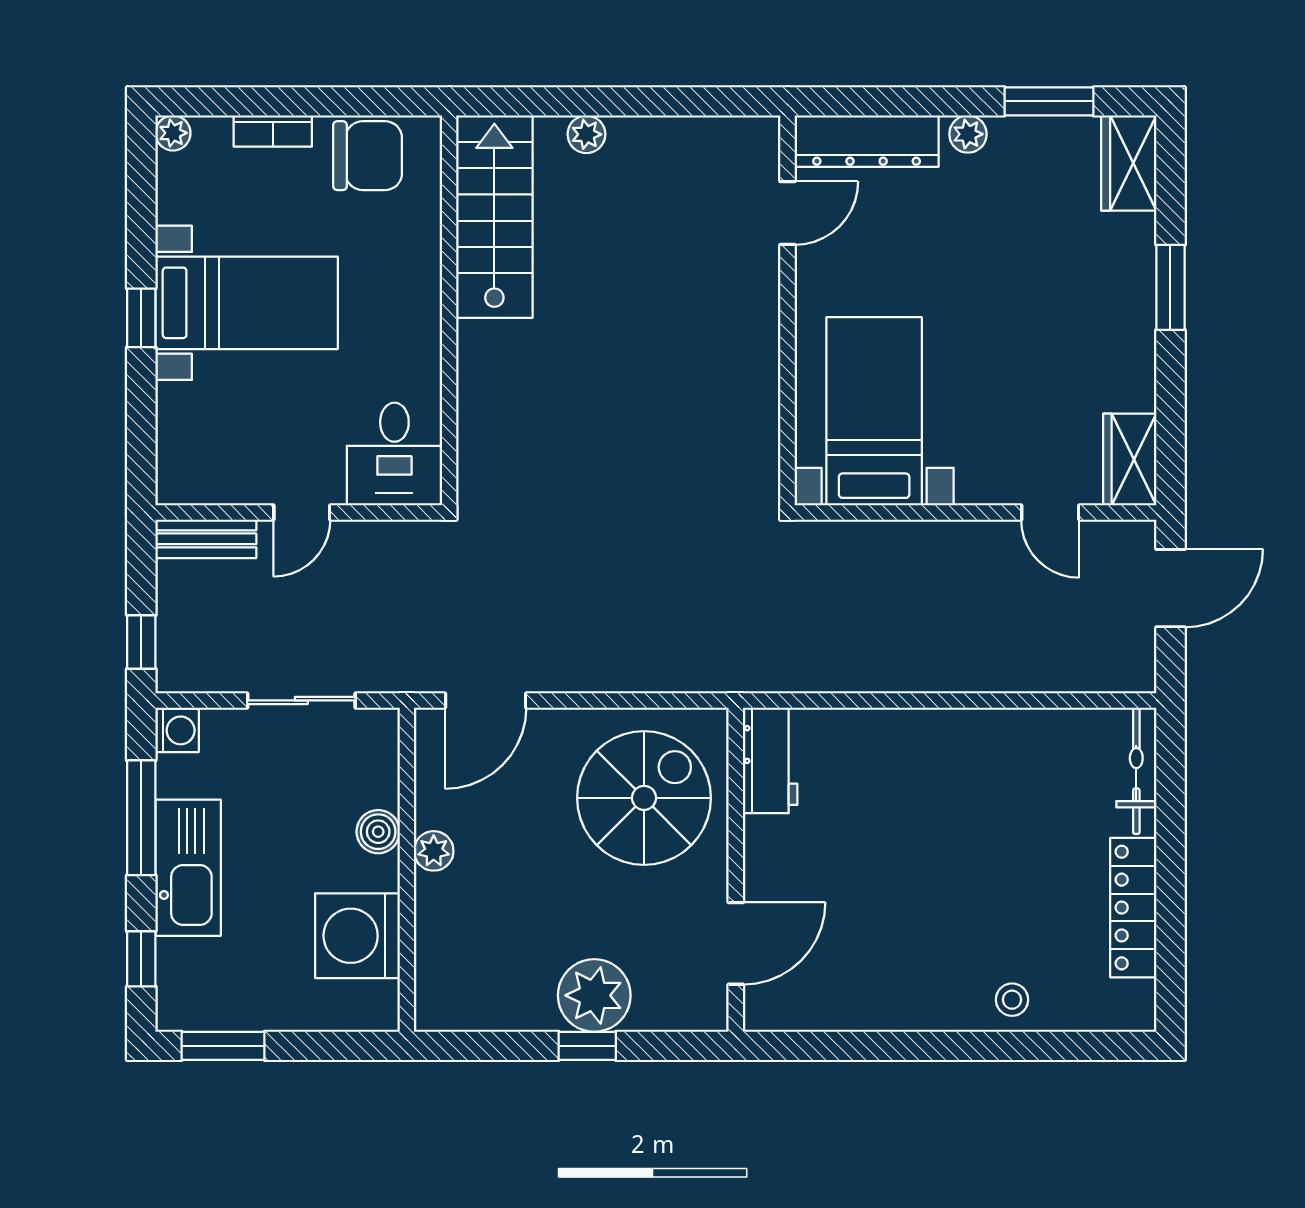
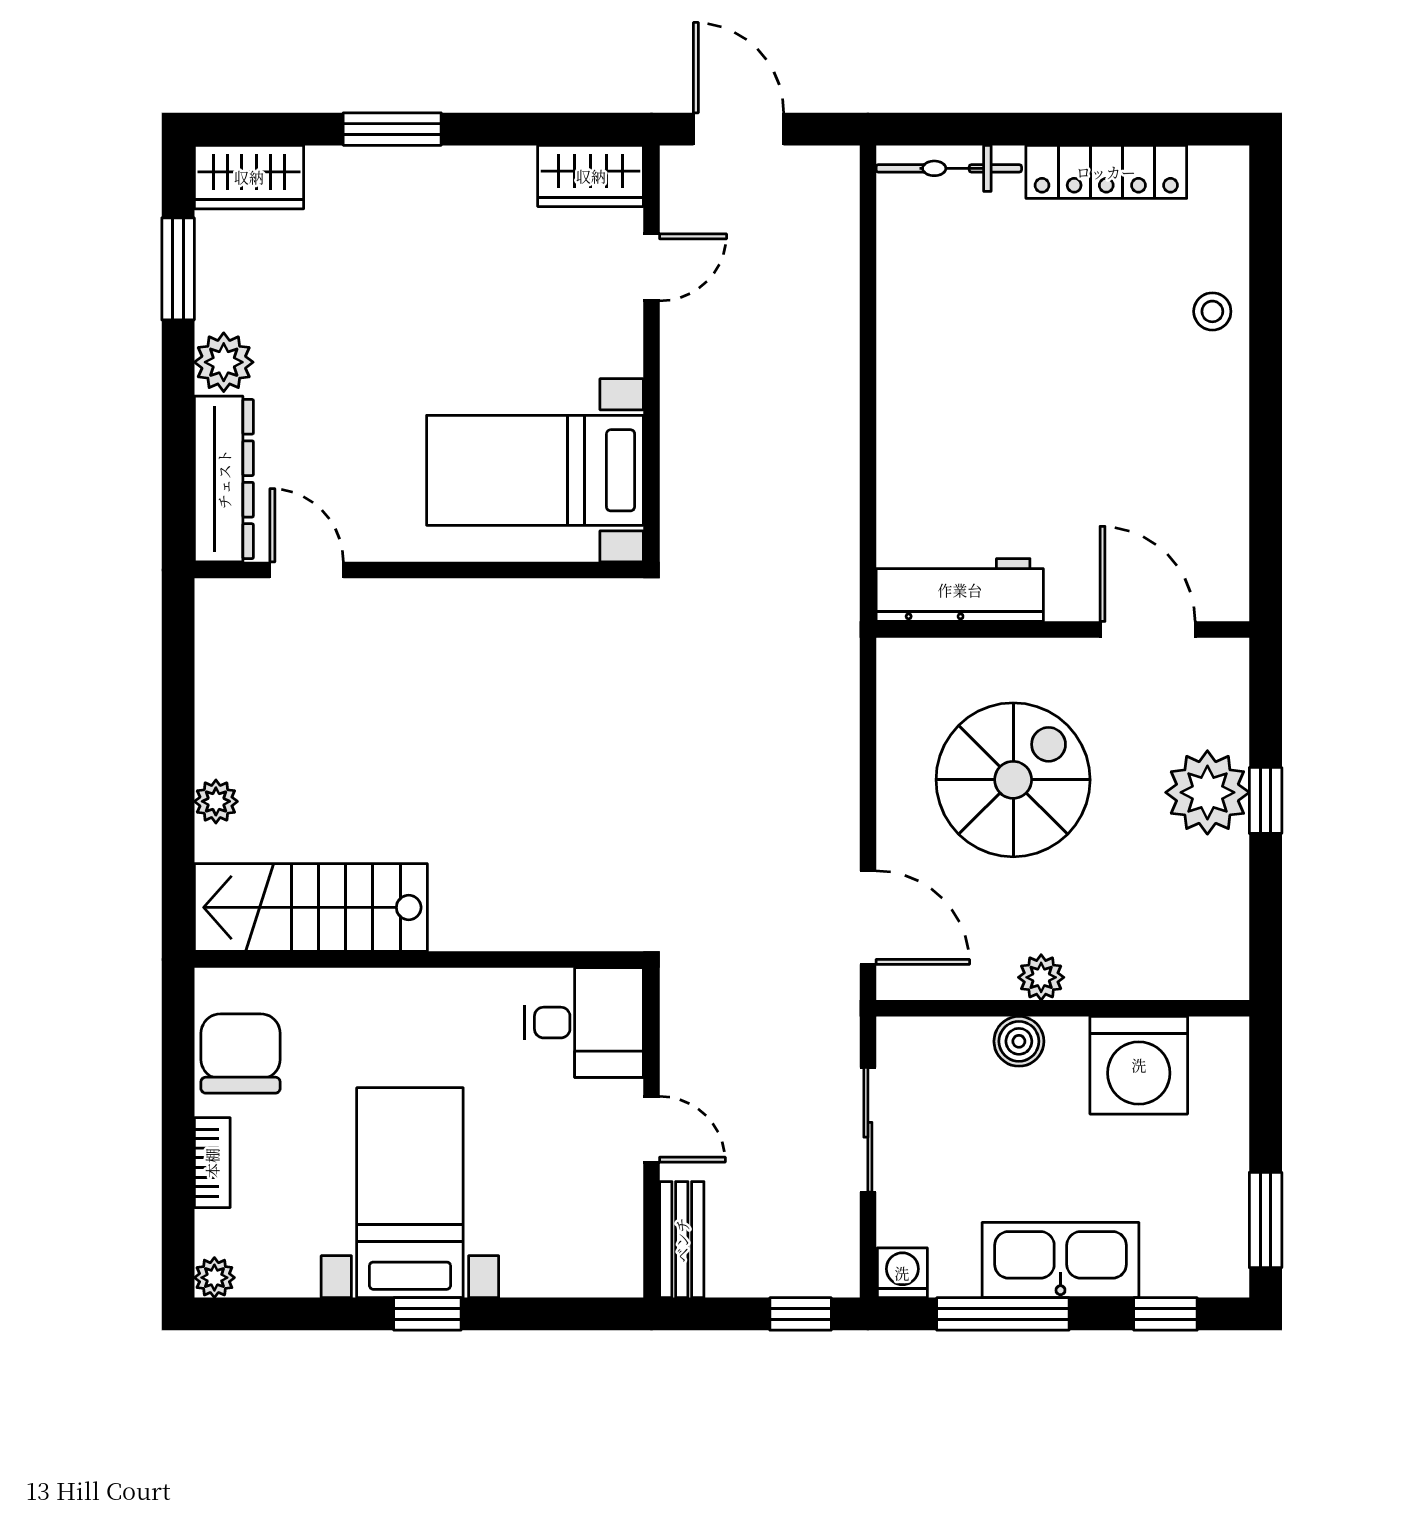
plant: (968, 134) -> (224, 362), width x1.38, depth x1.38
workbench: (770, 760) -> (960, 590), width x1.37
spiral stairs: (644, 798) -> (1013, 780), moved, turned 90

